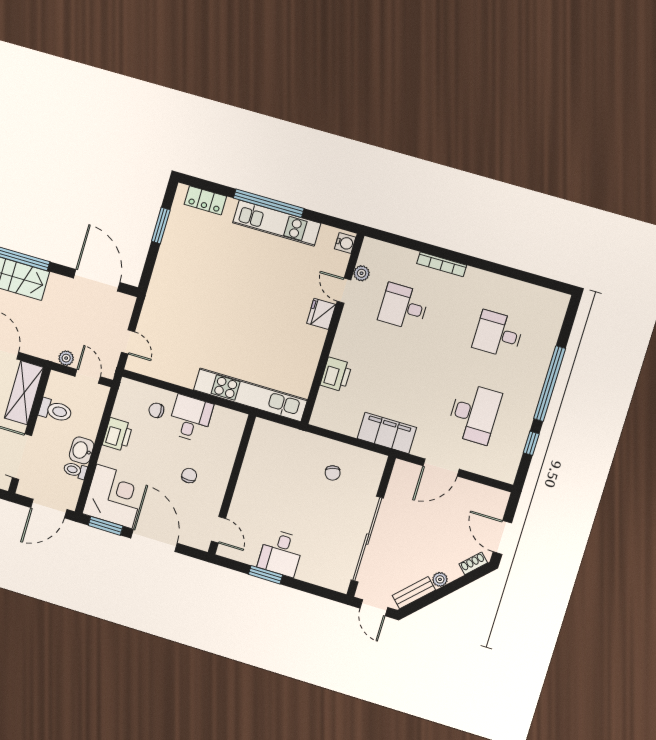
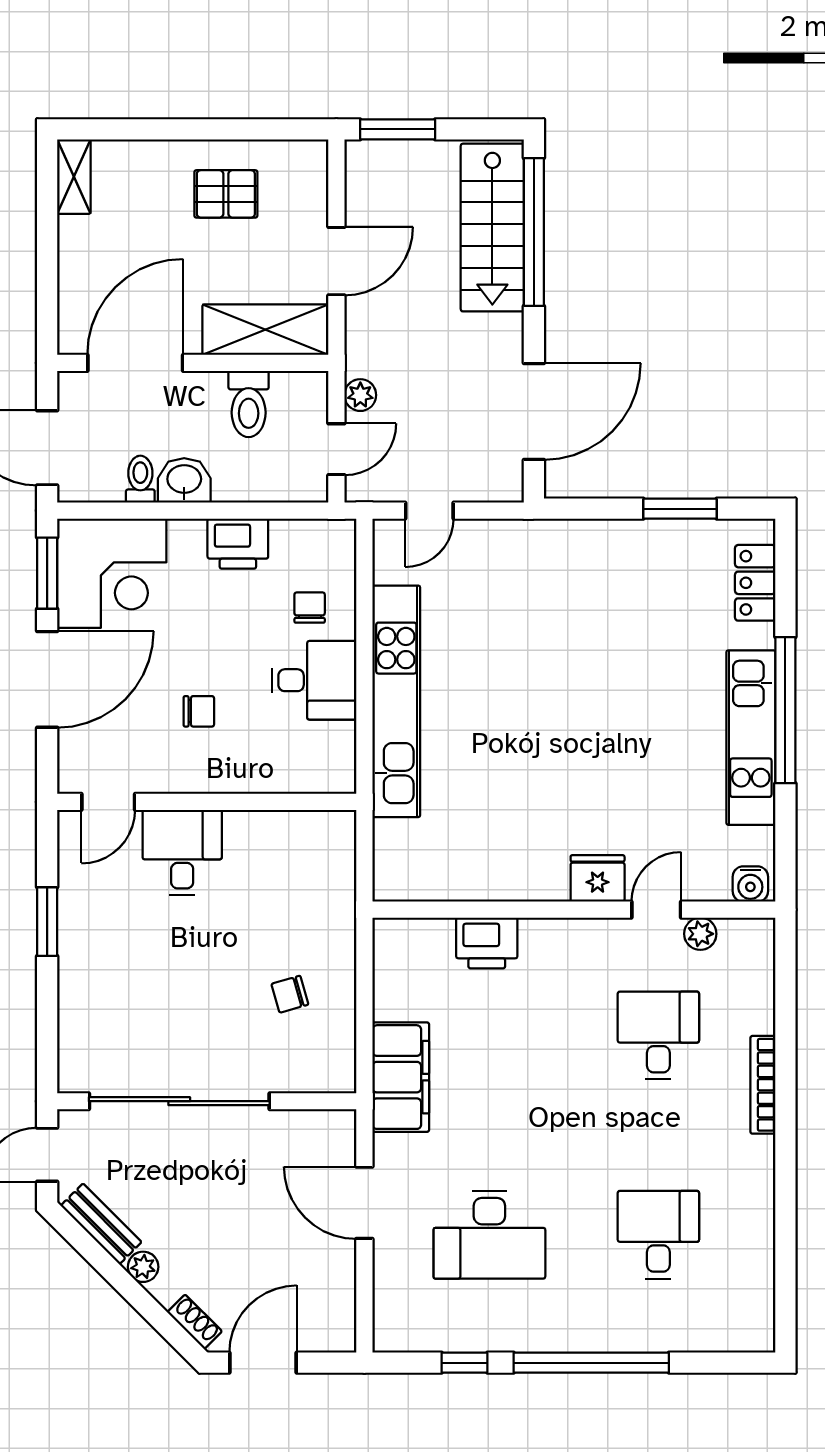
kitchen unit: (250, 395) -> (396, 701), moved
desk: (281, 553) -> (182, 853), moved, turned 90

